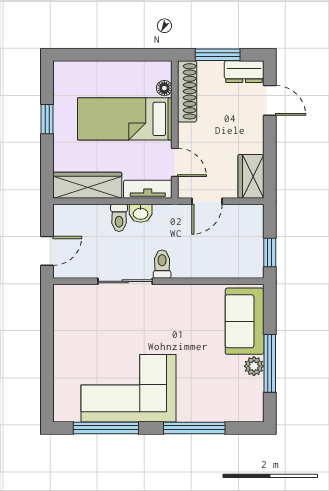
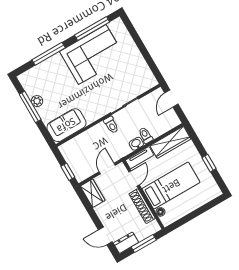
shoe rack: (187, 91) -> (142, 206), moved
door: (175, 162) -> (134, 178), swing flipped
window: (270, 253) -> (68, 172), moved
sofa: (245, 321) -> (66, 125), moved, turned -90

